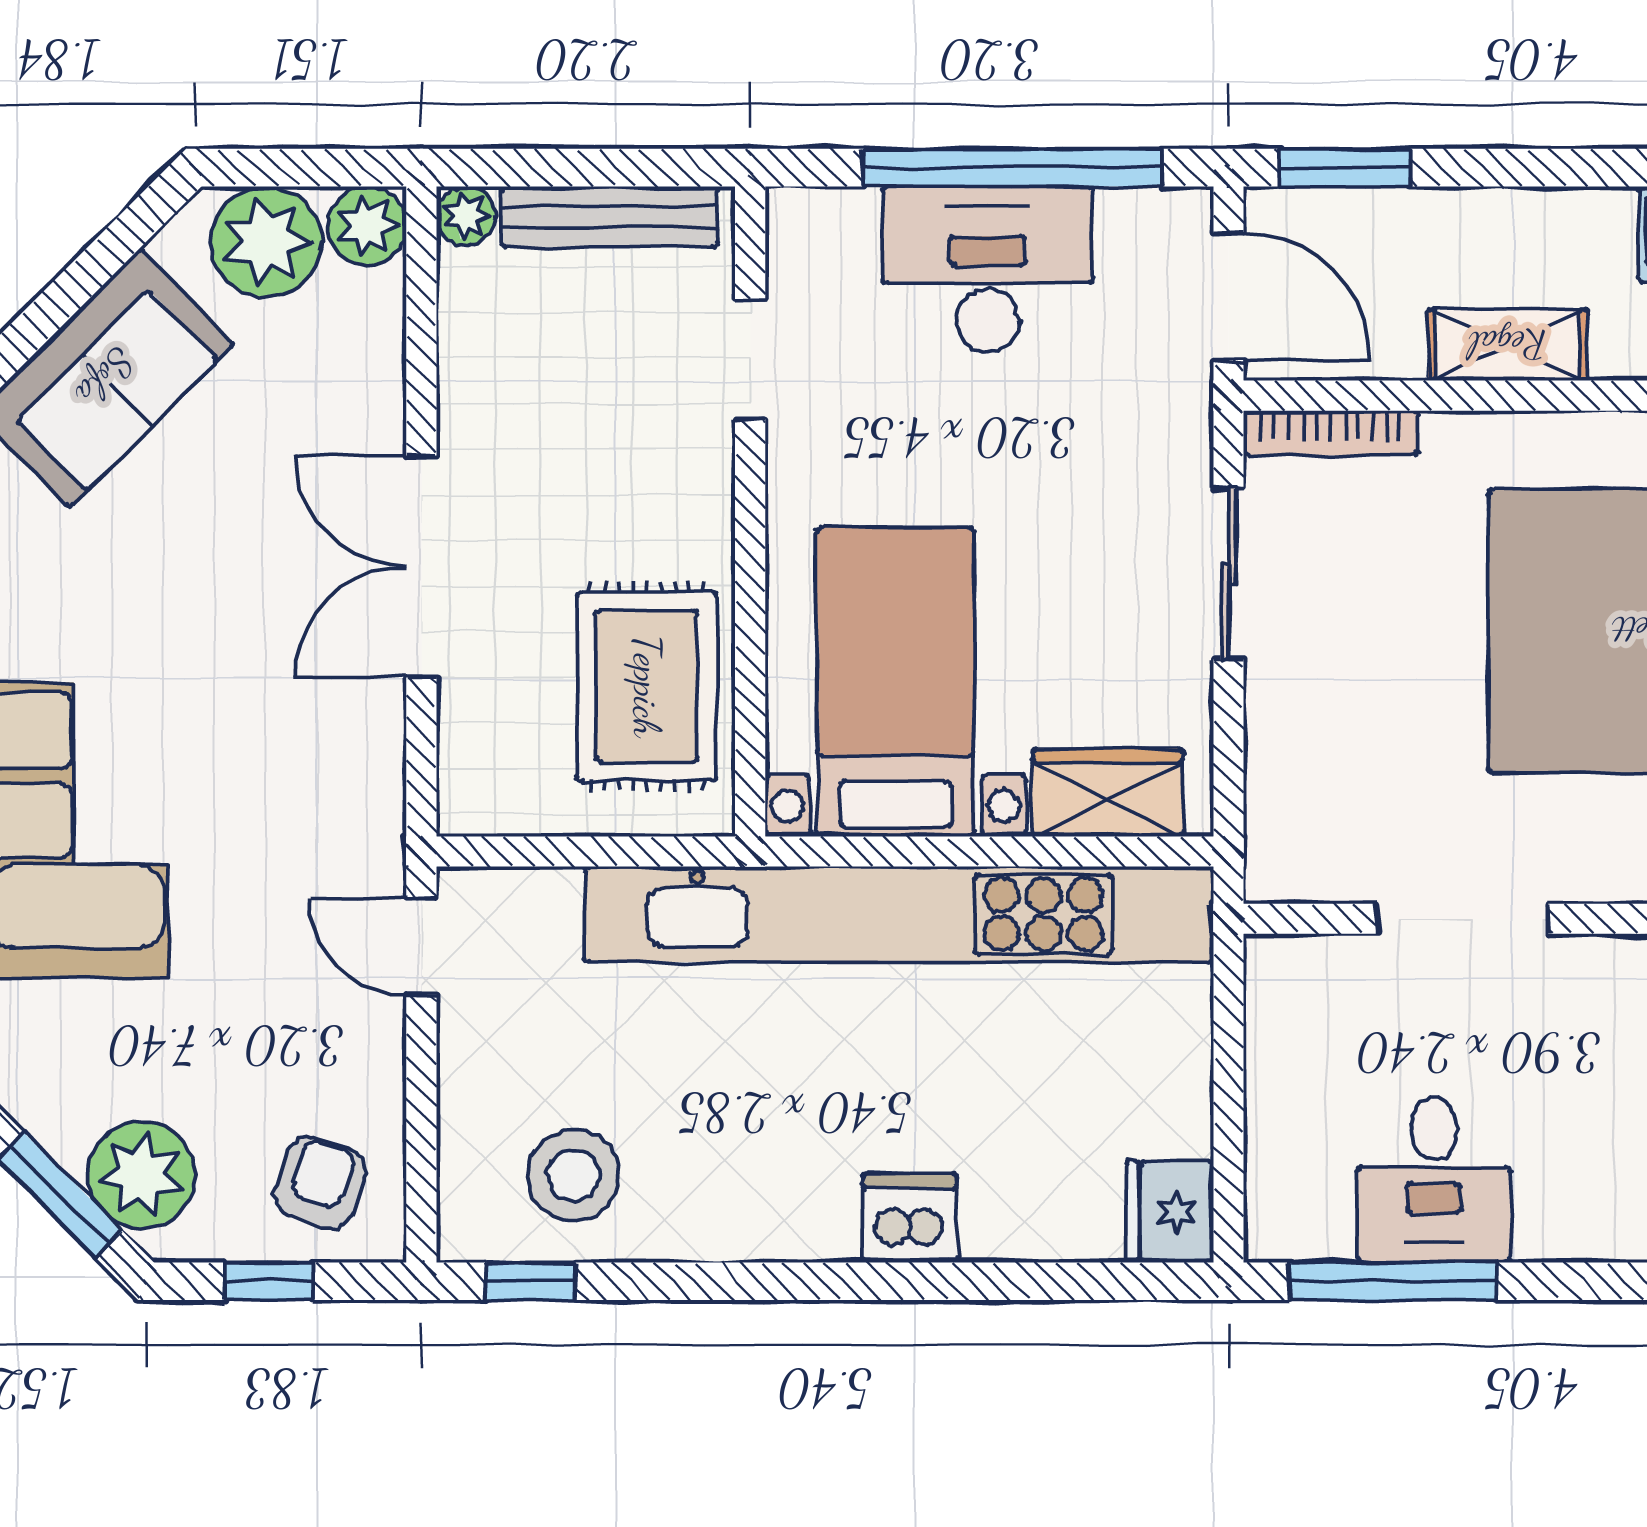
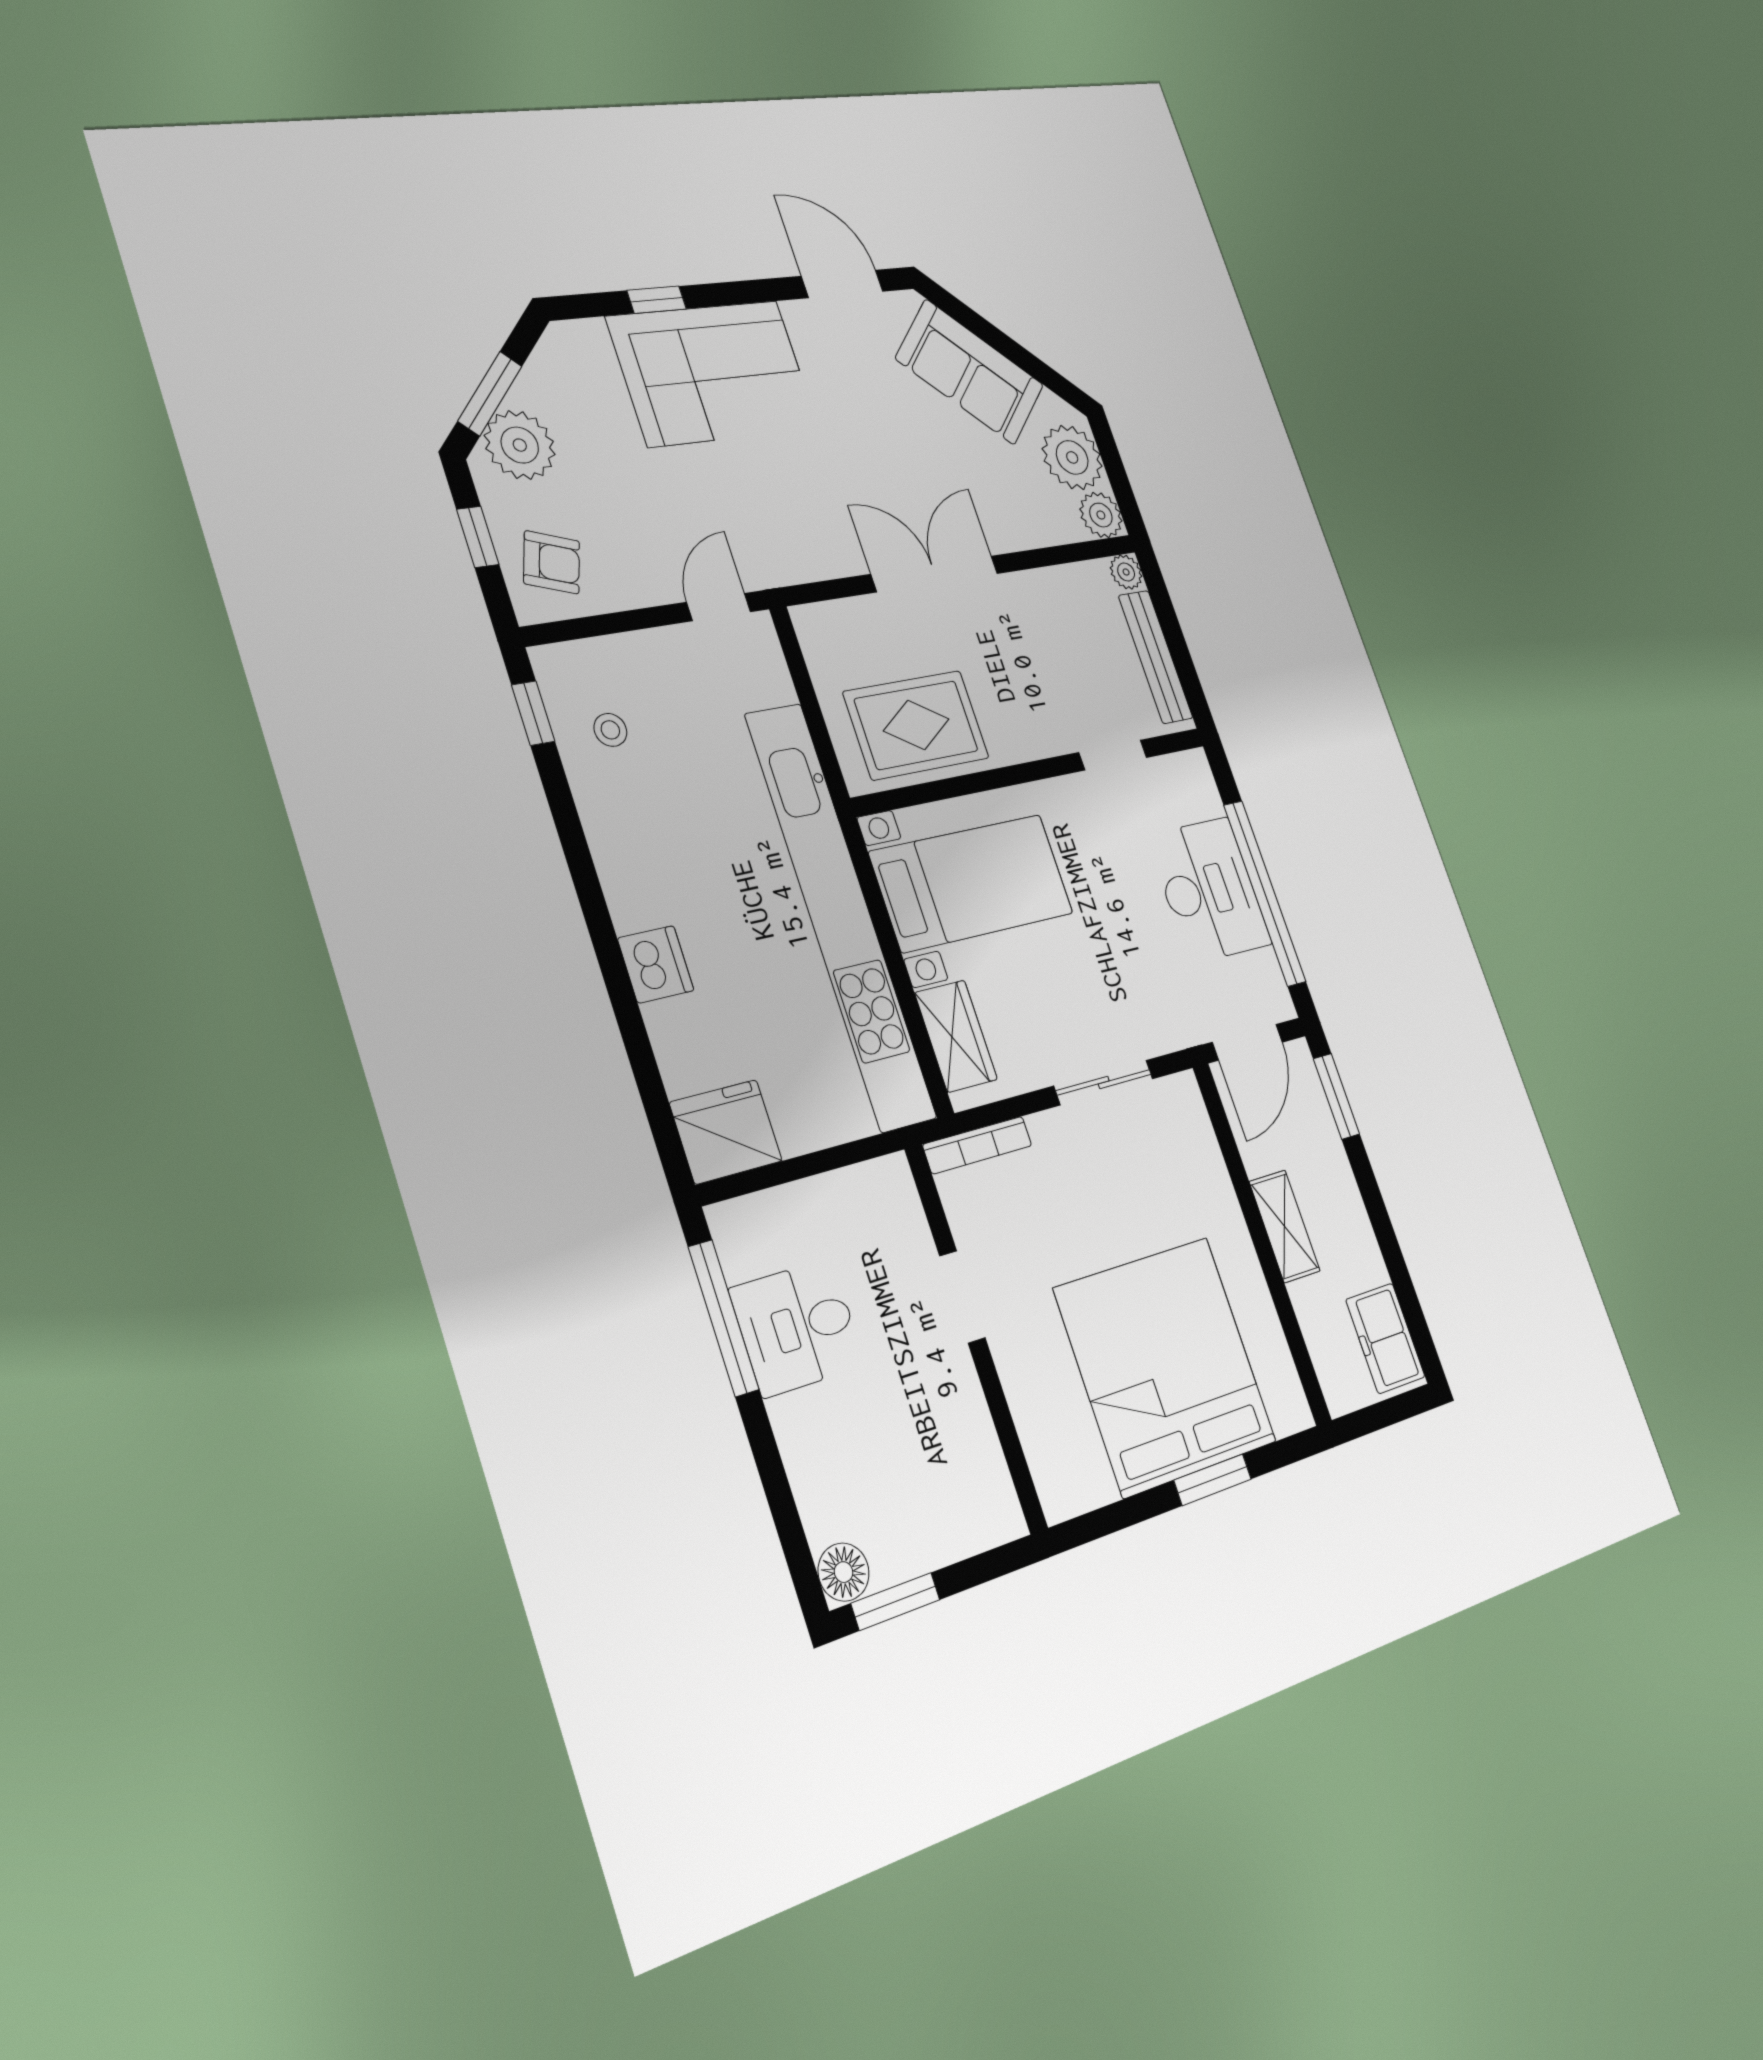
bookcase: (1331, 433) -> (977, 1145), moved, turned -90
doorway: (1462, 919) -> (962, 1297), width x0.73
stool: (573, 1175) -> (610, 730), width x0.53, depth x0.53
fridge: (1170, 1212) -> (726, 1132), width x1.36, depth x1.34

